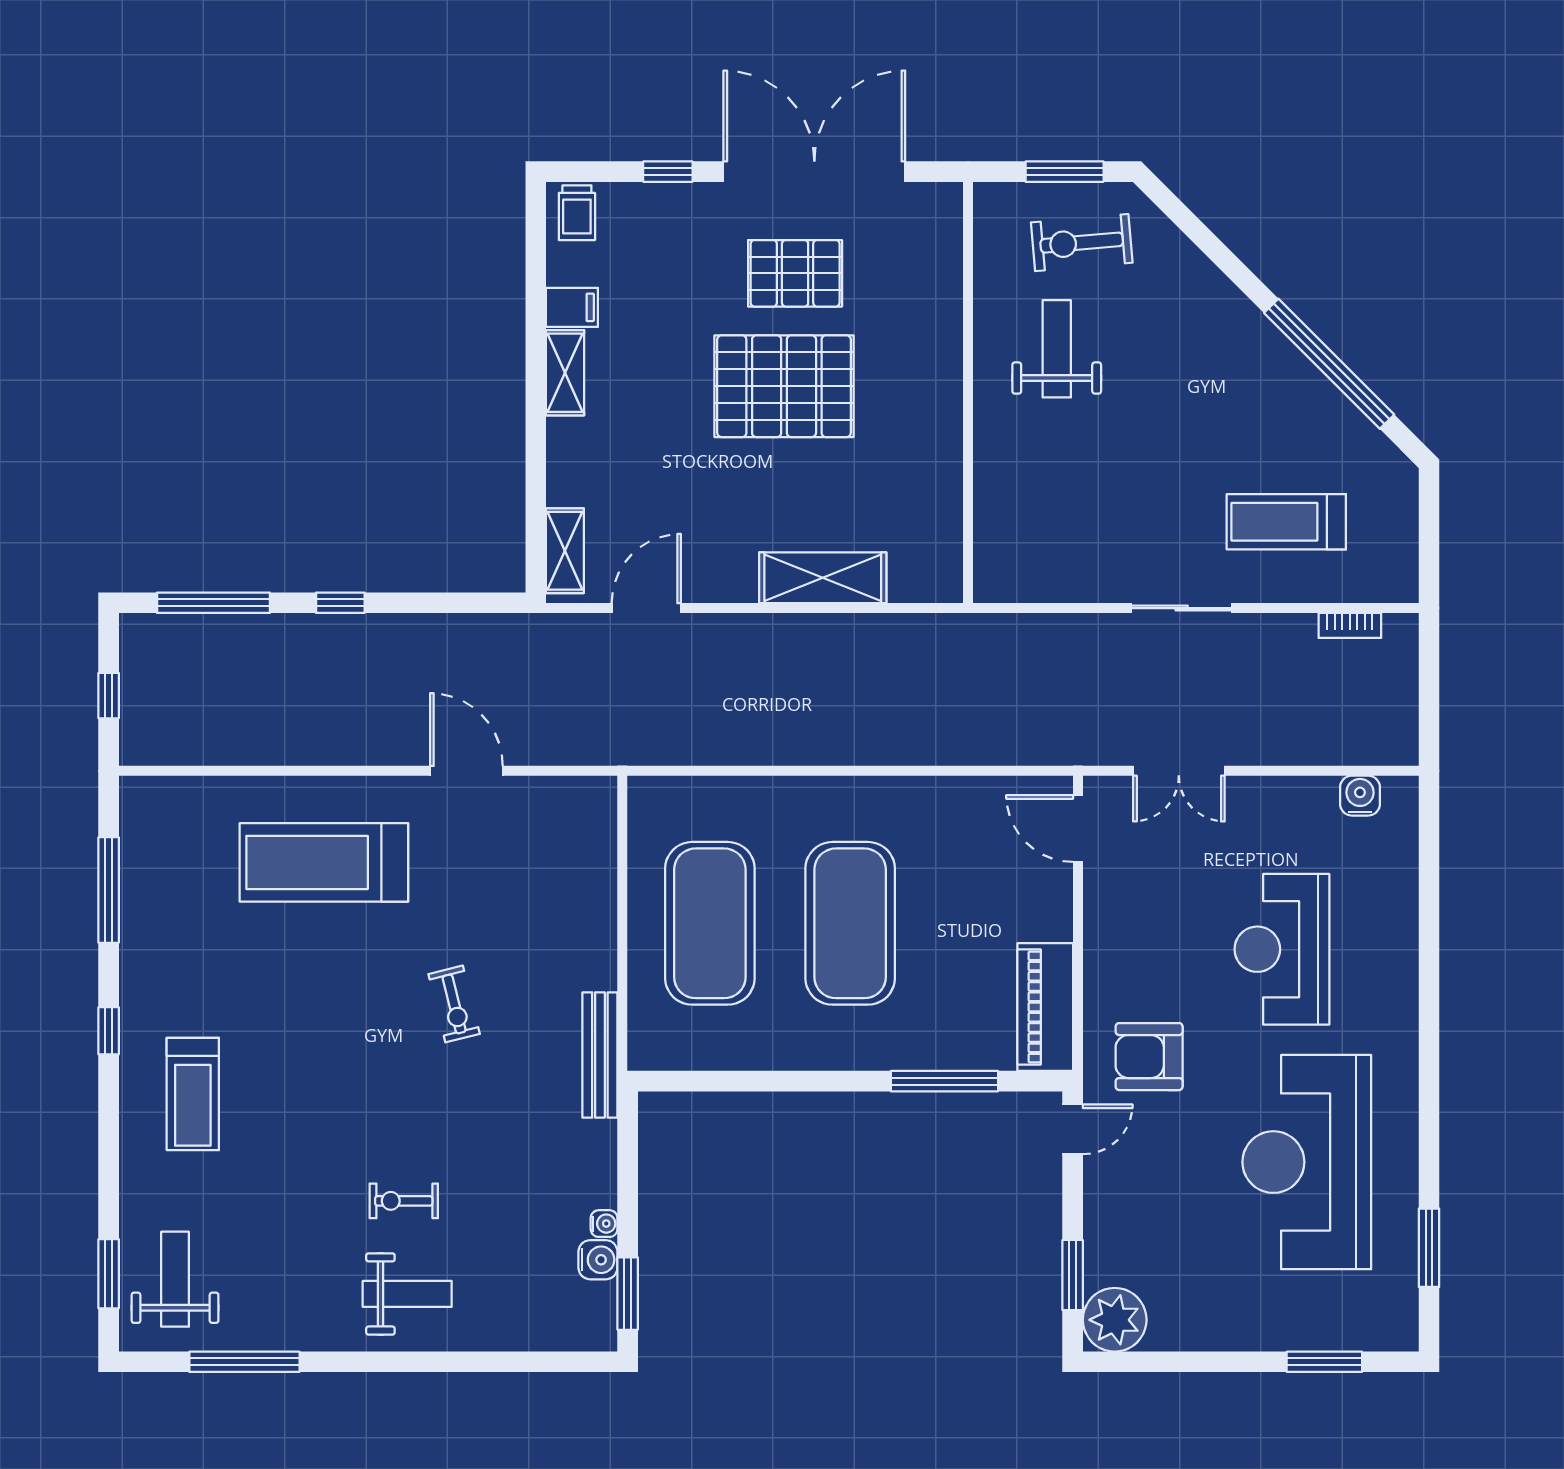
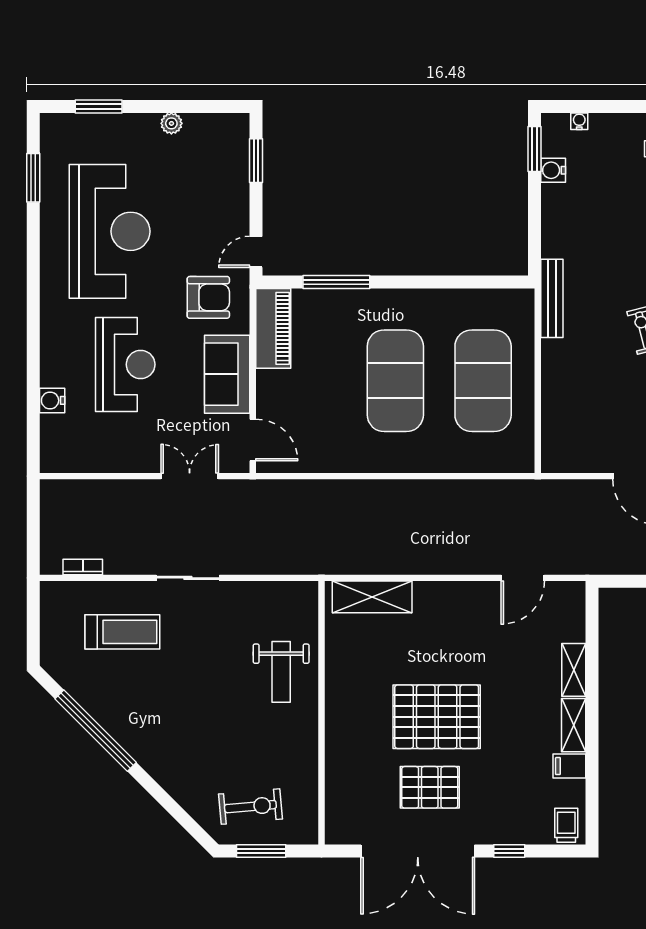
weight bench: (1057, 349) -> (281, 672), moved
shelving: (565, 551) -> (574, 670), moved
shelving: (823, 578) -> (372, 597), moved
water cooler: (1360, 796) -> (52, 400), moved, turned 90
sofa: (1119, 934) -> (227, 374), added
water cooler: (604, 1224) -> (579, 121), moved, turned 90
plant: (1115, 1320) -> (171, 123), moved, width x0.53, depth x0.53

